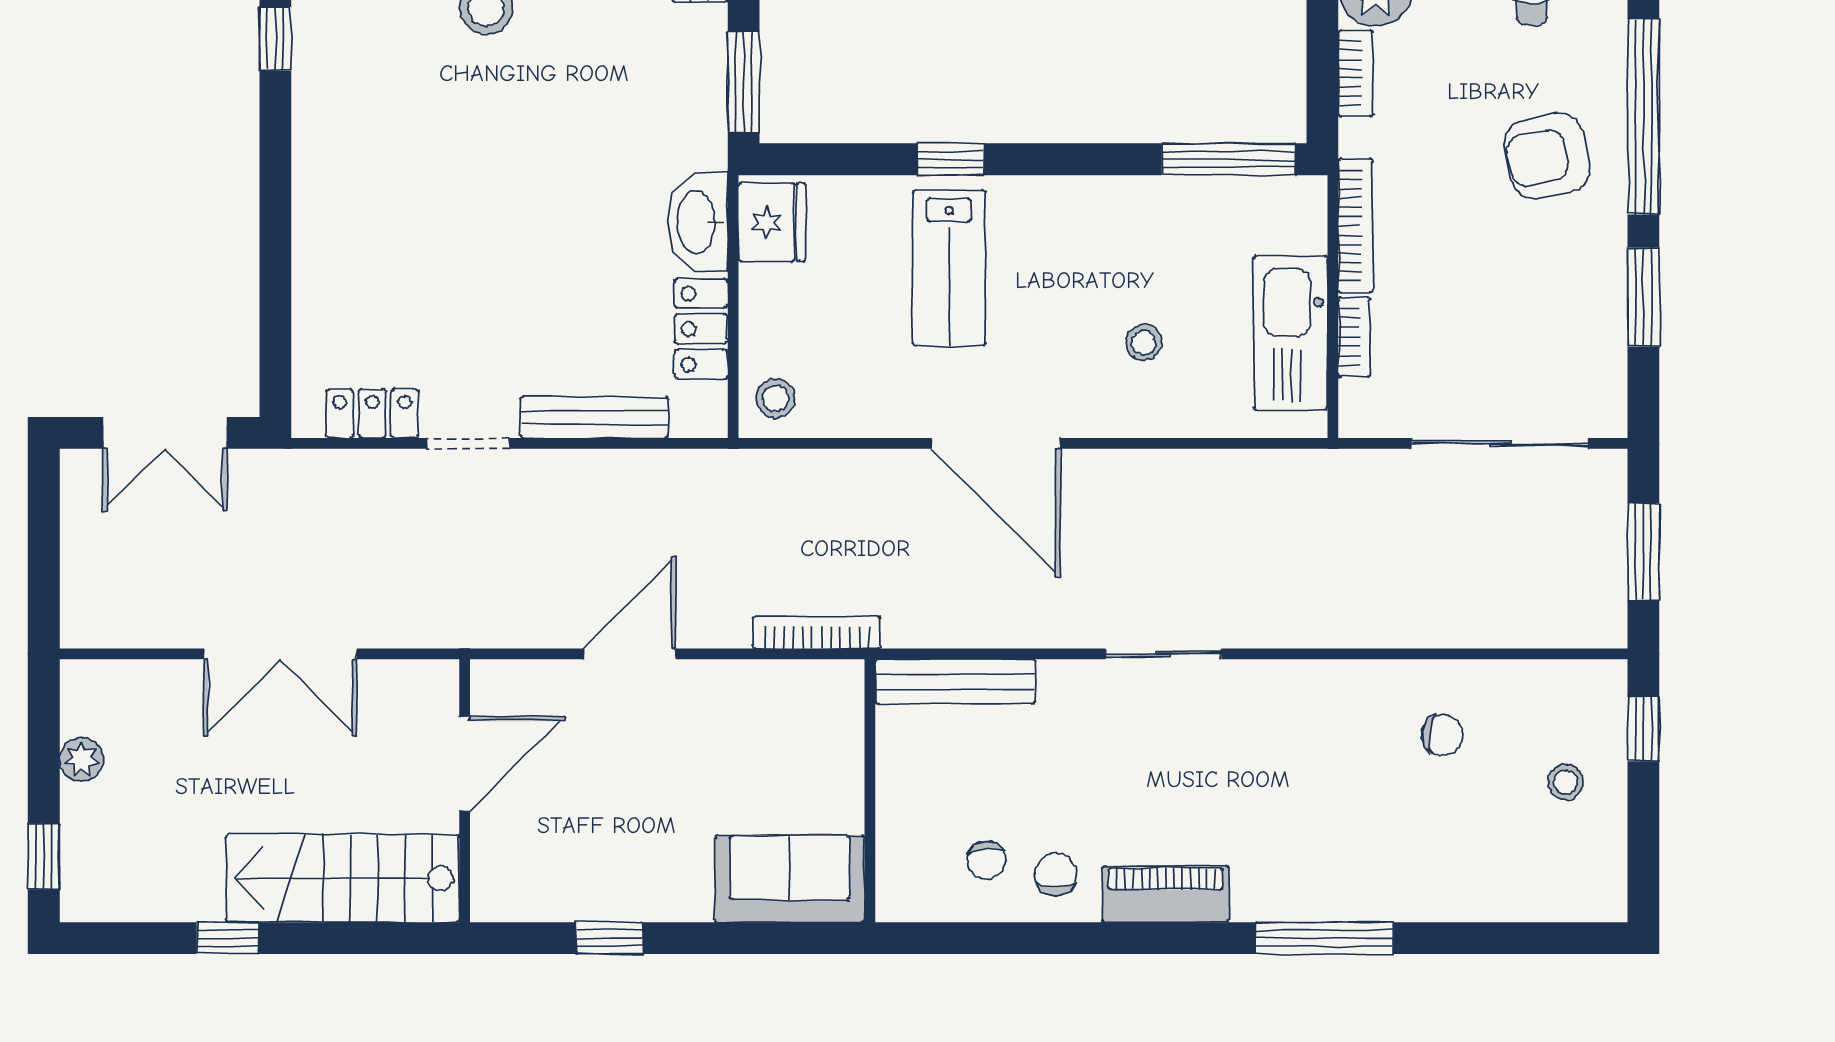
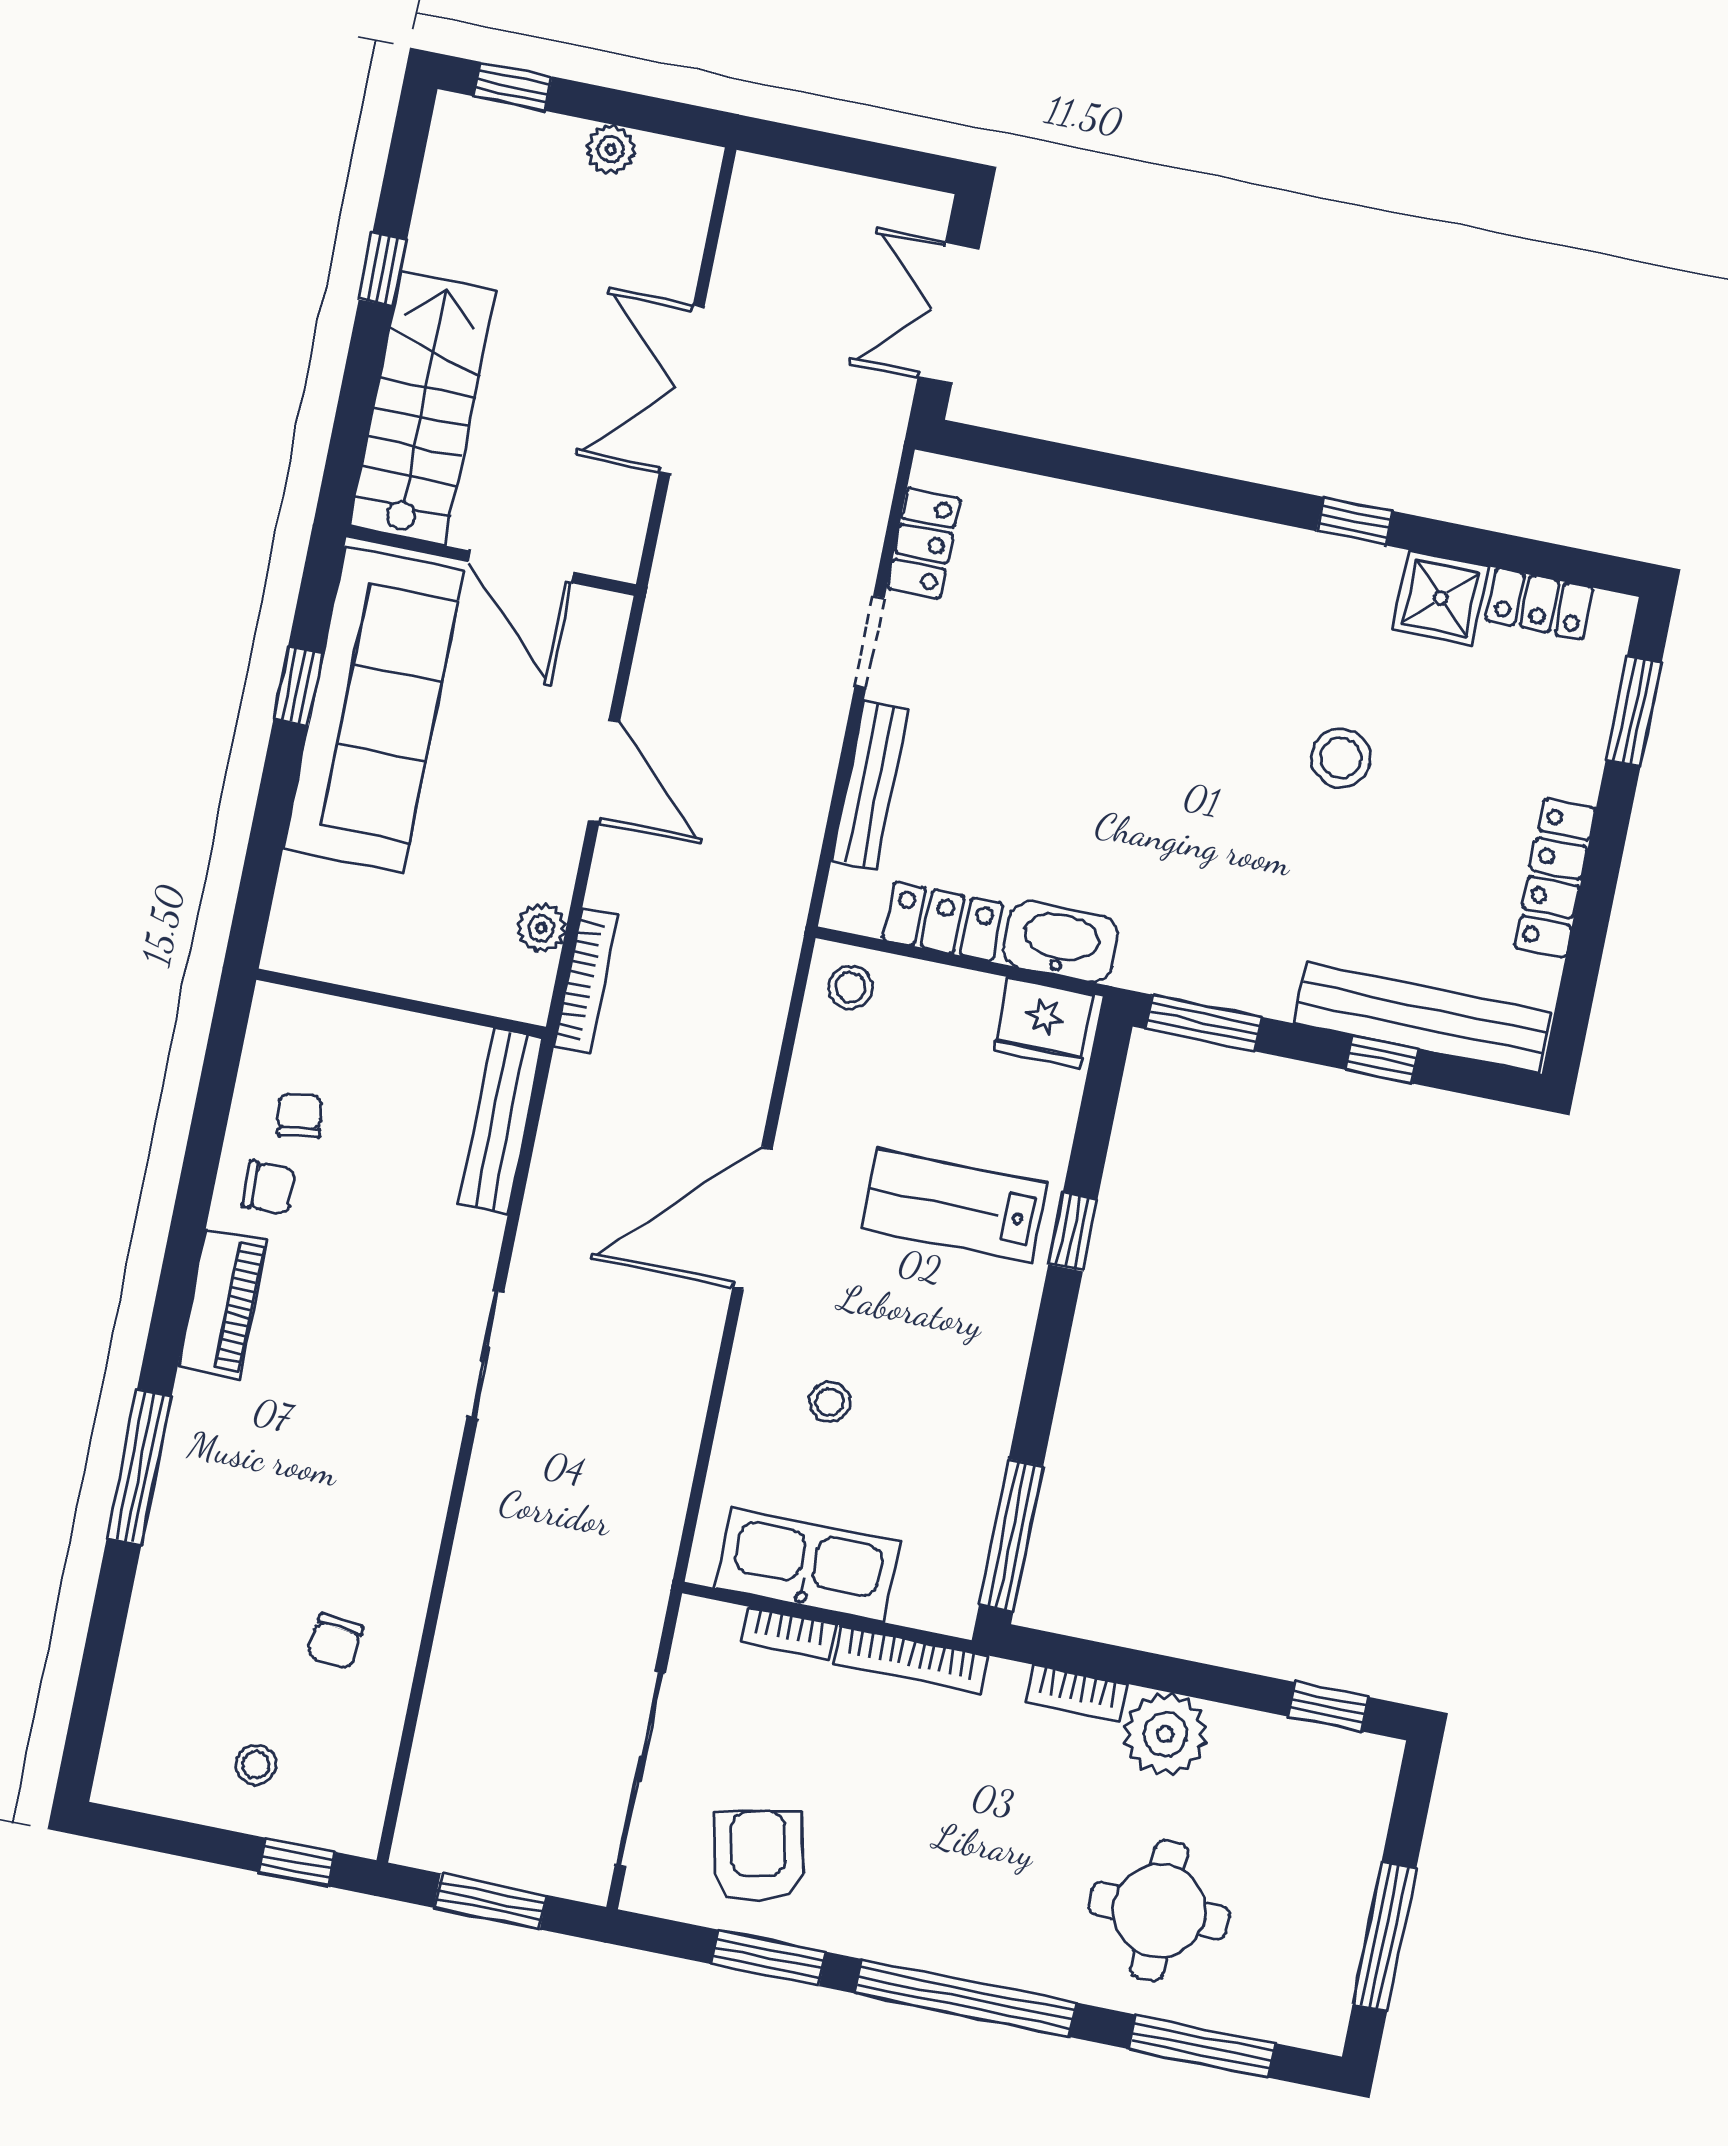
armchair: (1547, 156) -> (758, 1856), moved
plant: (779, 681) -> (541, 928), added
chair: (987, 860) -> (299, 1115), turned 84
sofa: (790, 879) -> (374, 709), moved, width x1.85, depth x1.27

